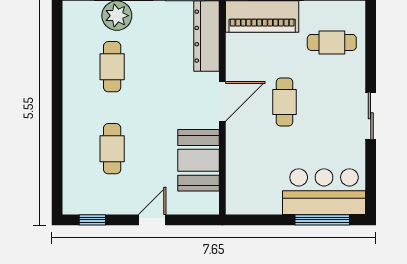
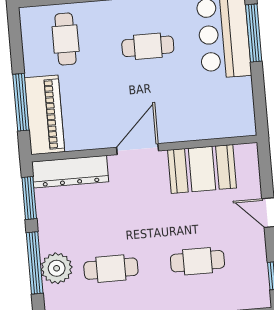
door: (222, 101) -> (138, 149), hinge flipped
cafe table: (285, 102) -> (148, 46), moved

